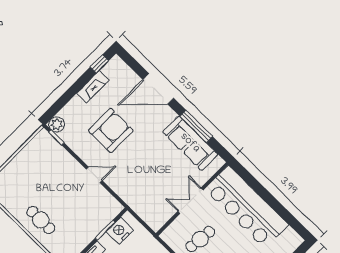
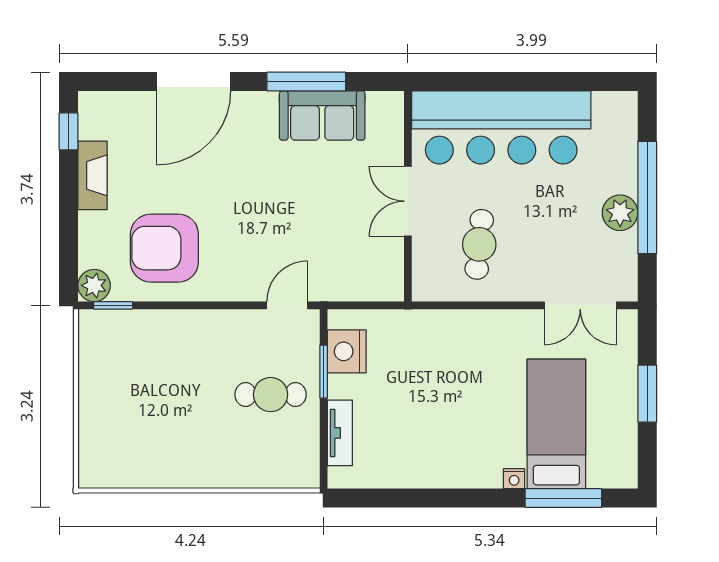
armchair: (111, 131) -> (164, 248), moved, turned -90
sofa: (190, 143) -> (322, 116), width x0.73
door: (94, 175) -> (287, 305), moved
cafe table: (41, 220) -> (271, 395), moved

